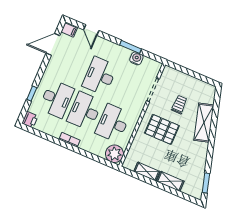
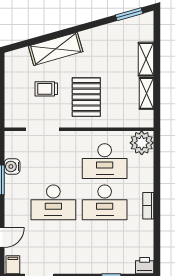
desk: (57, 99) -> (105, 244), removed

